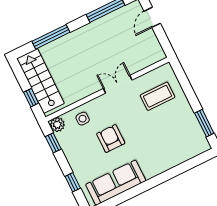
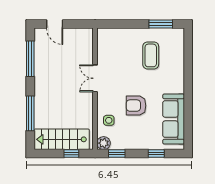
coffee table: (158, 96) -> (151, 55), moved

